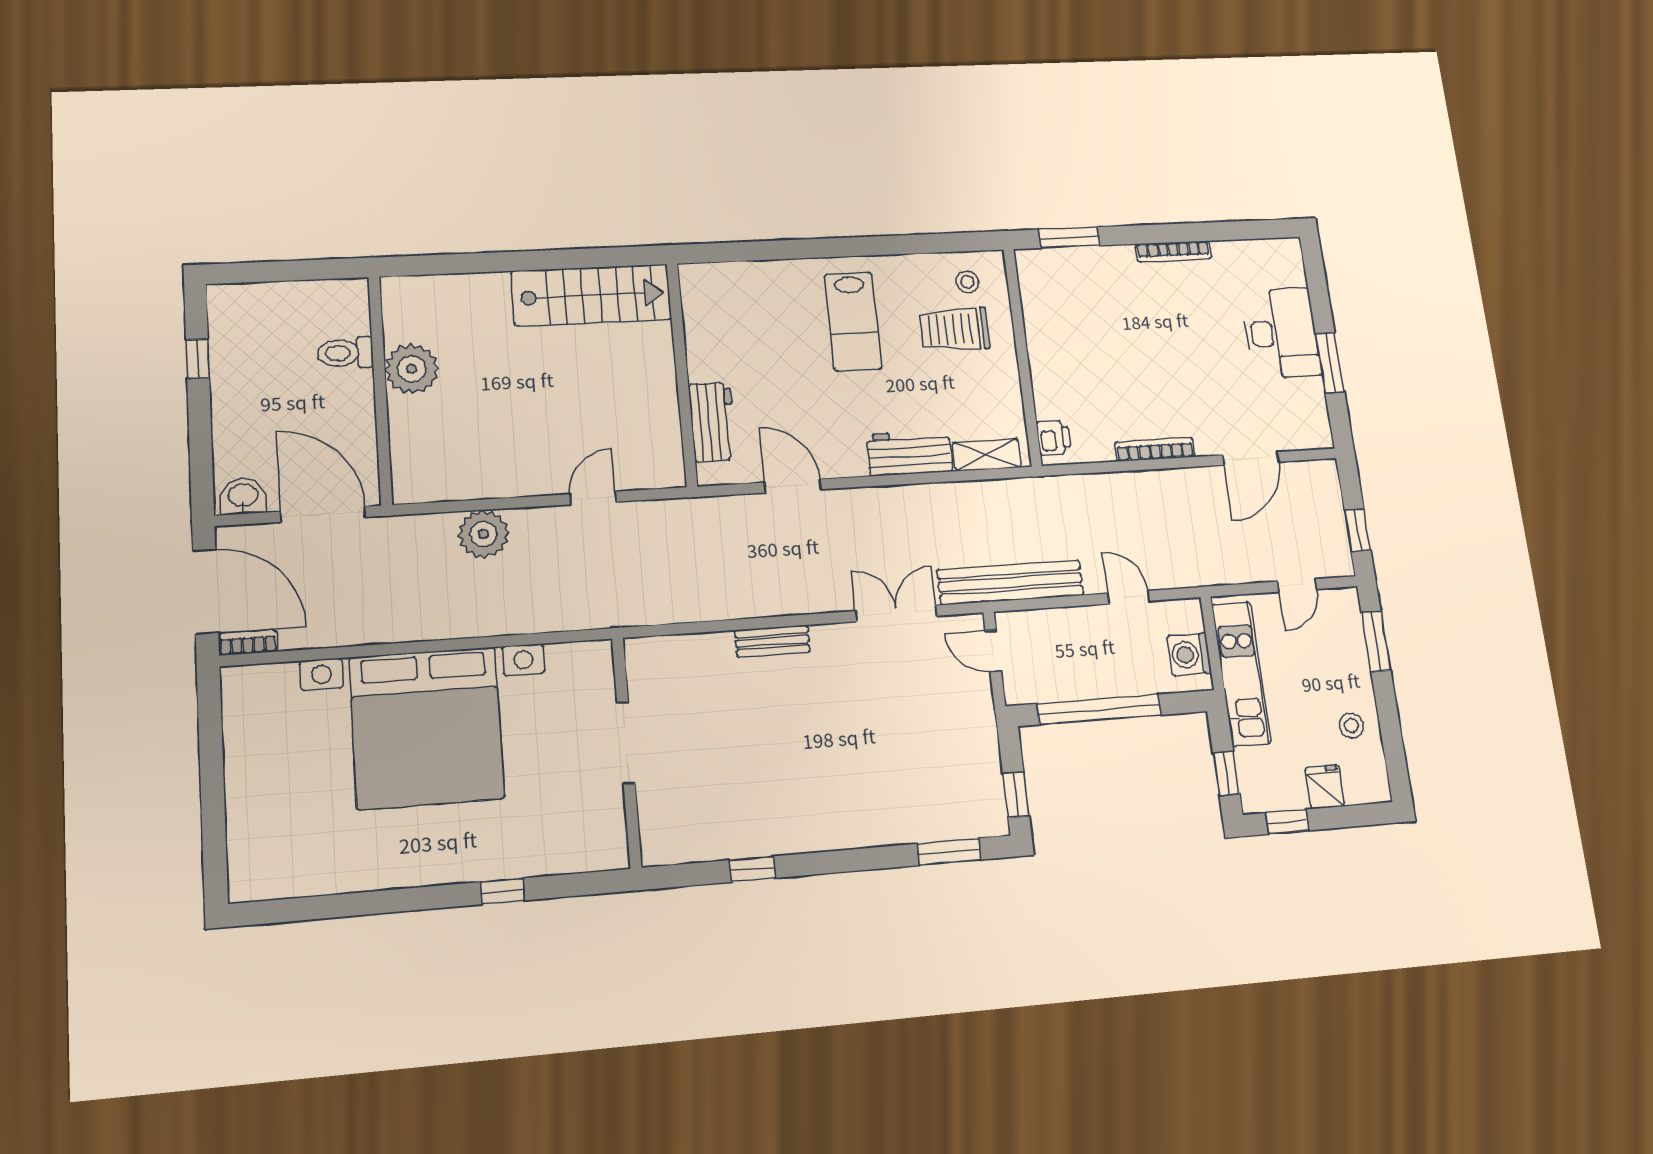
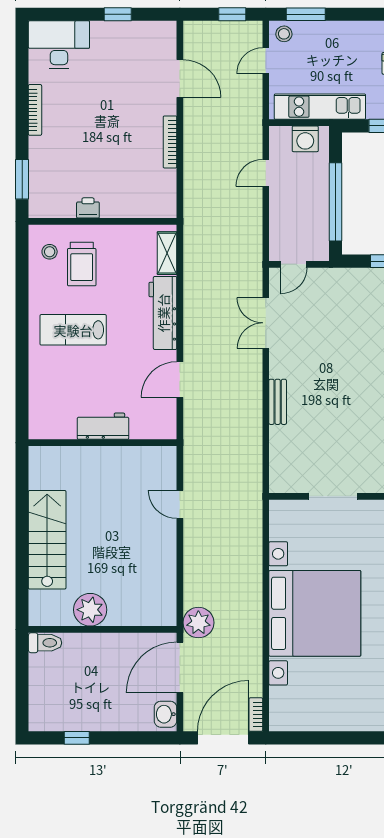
stairs: (592, 295) -> (47, 540), moved
lab bench: (853, 322) -> (73, 330), turned 180
desk: (1281, 333) -> (59, 45), moved
toilet: (345, 353) -> (45, 643), moved, turned -90
window: (1330, 363) -> (118, 14), width x0.67
workbench: (712, 422) -> (103, 426), moved
printer: (1054, 438) -> (88, 208), moved
workbench: (909, 453) -> (163, 313), width x1.38
plant: (484, 534) -> (198, 623), moved
bench: (1010, 582) -> (251, 248), removed
door: (1297, 585) -> (266, 61), swing flipped
stool: (1351, 725) -> (284, 34), moved

